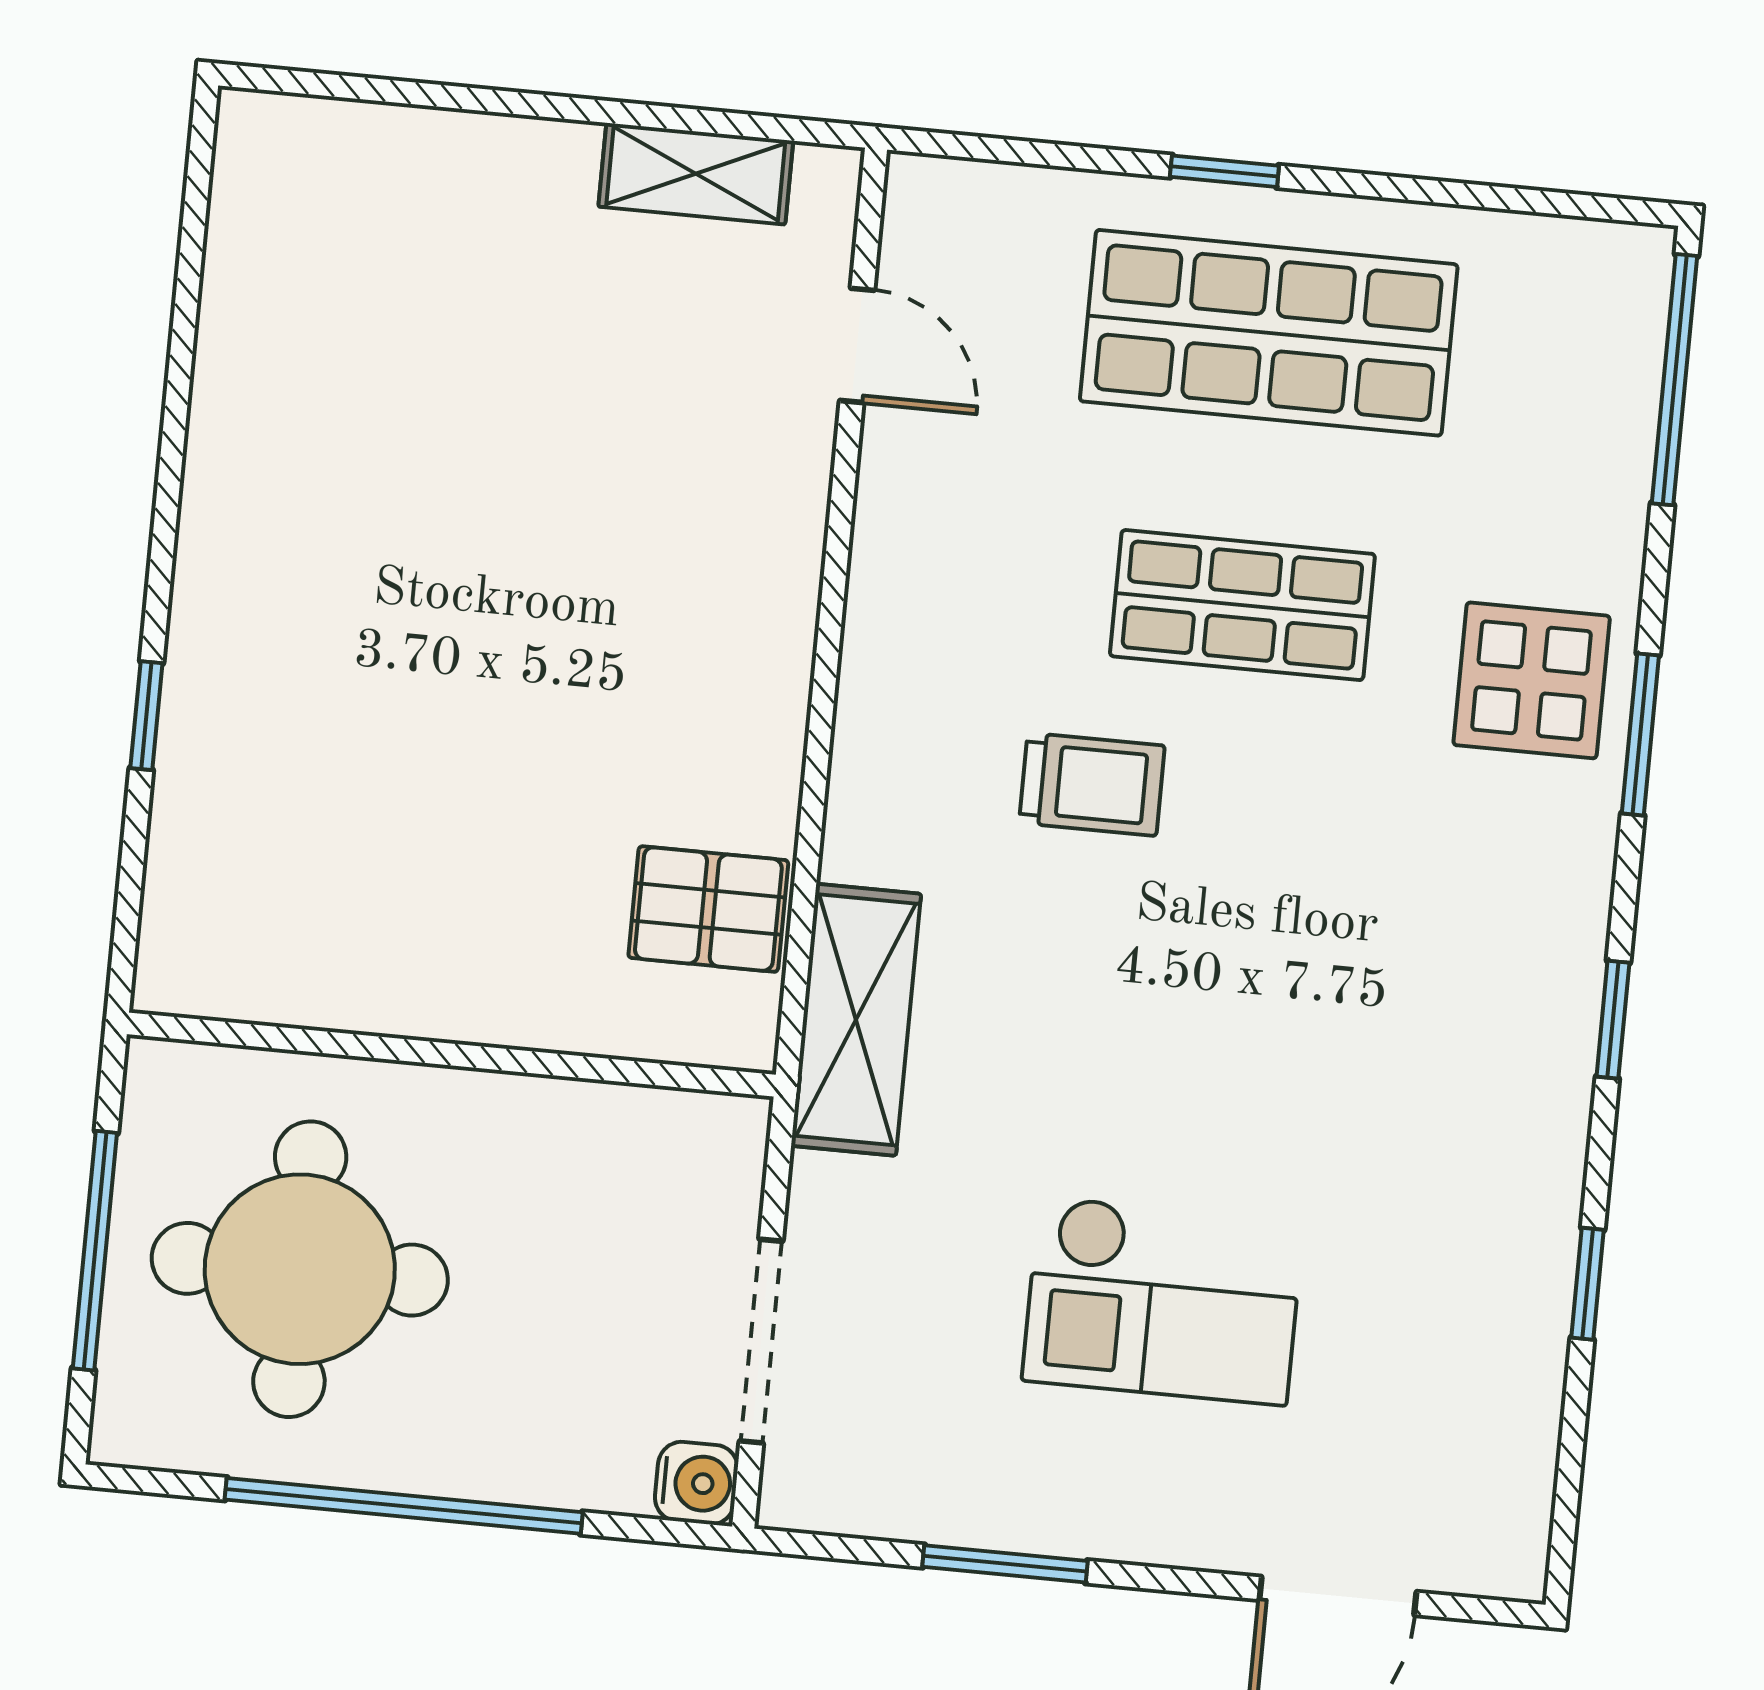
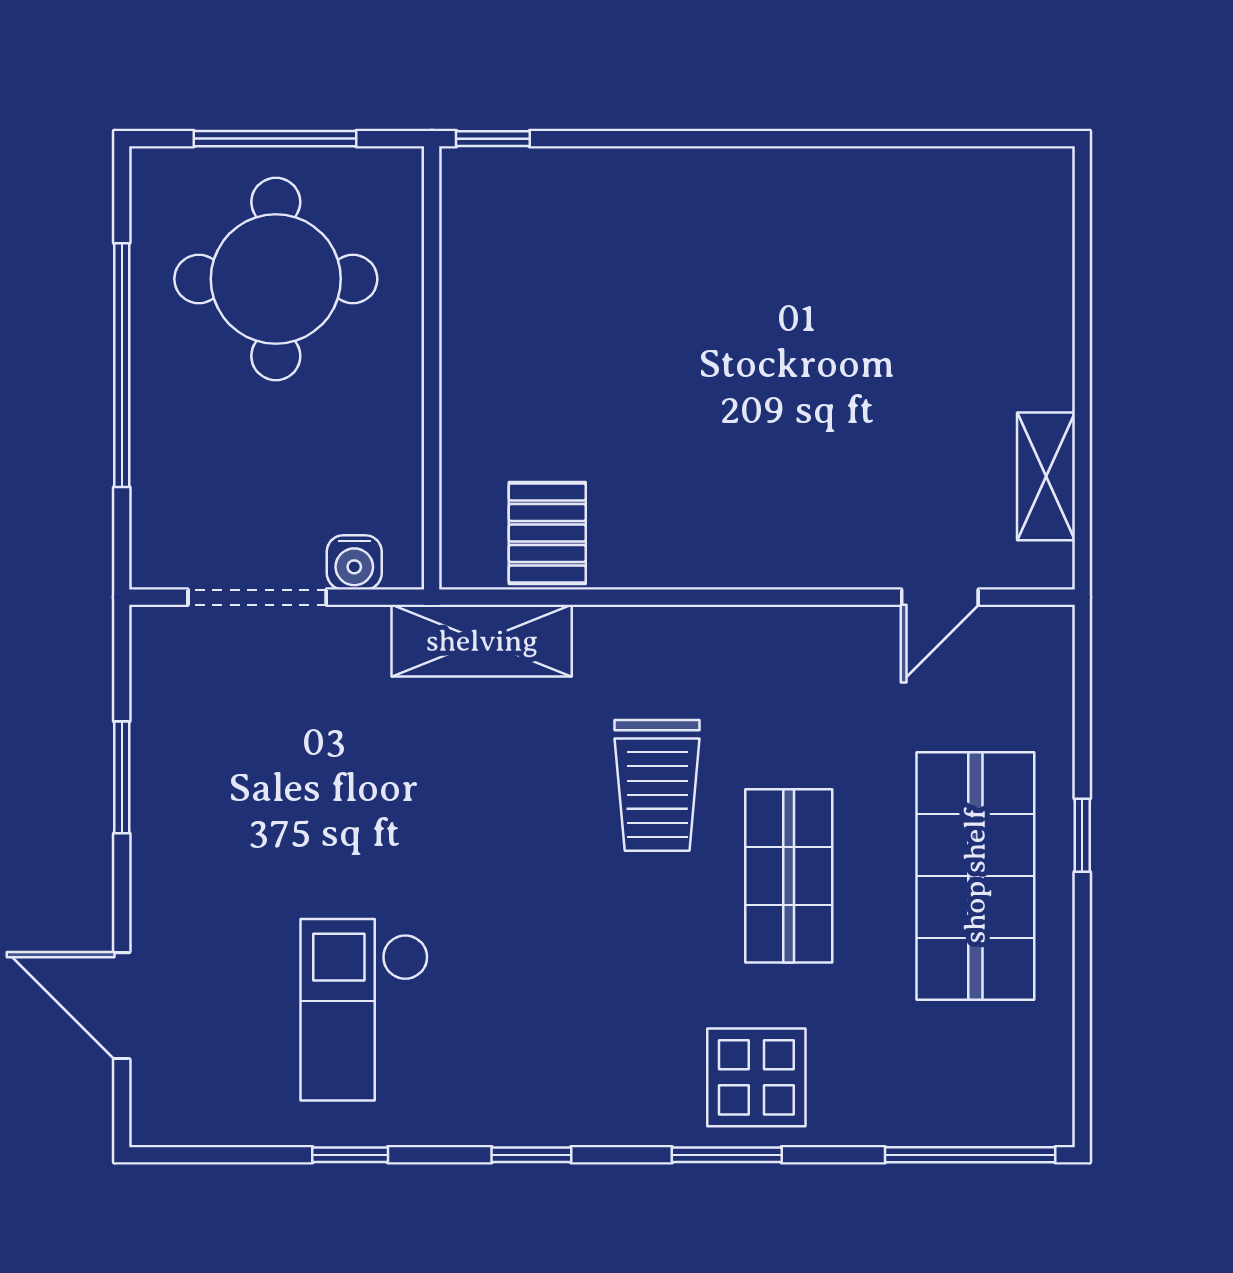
window: (146, 716) -> (493, 139), moved
trolley: (1092, 784) -> (657, 785), width x1.36, depth x1.39
checkout: (1163, 1300) -> (364, 1010), moved
water cooler: (696, 1483) -> (354, 562), moved

